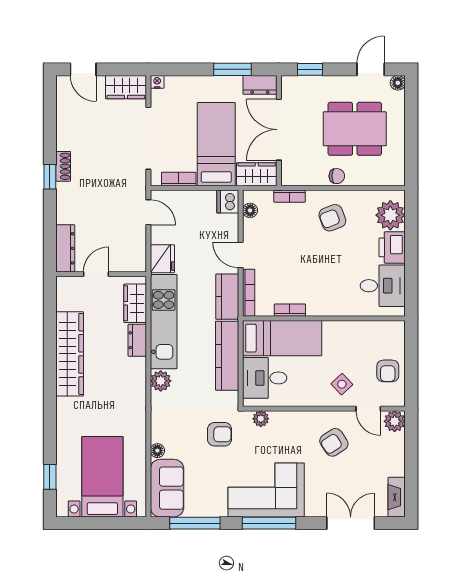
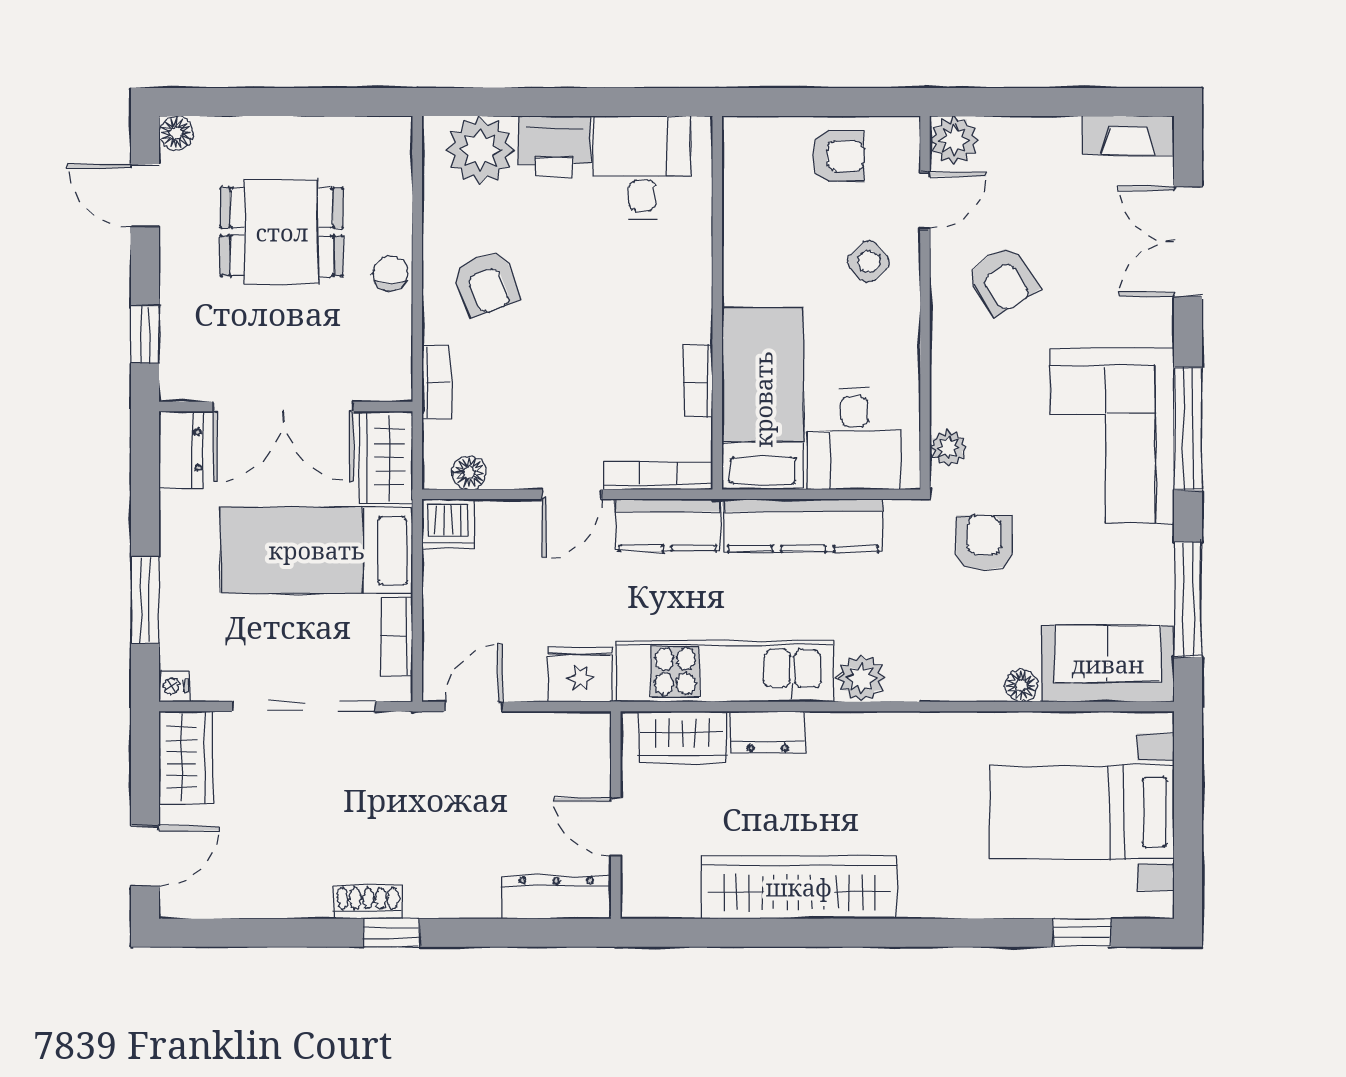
window: (233, 69) -> (145, 600), moved
dining table: (355, 129) -> (282, 232), width x0.73

